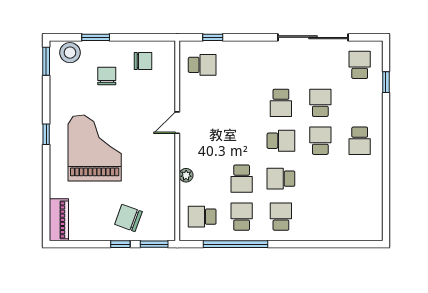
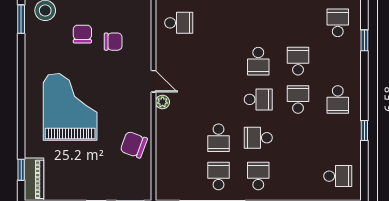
chair: (143, 61) -> (113, 42), moved
door: (177, 123) -> (153, 81), swing flipped
window: (46, 134) -> (21, 170), moved
window: (386, 172) -> (364, 131), added
plant: (186, 175) -> (162, 102), moved
school desk: (202, 217) -> (338, 176), moved, turned 180
chair: (128, 218) -> (134, 145), moved

